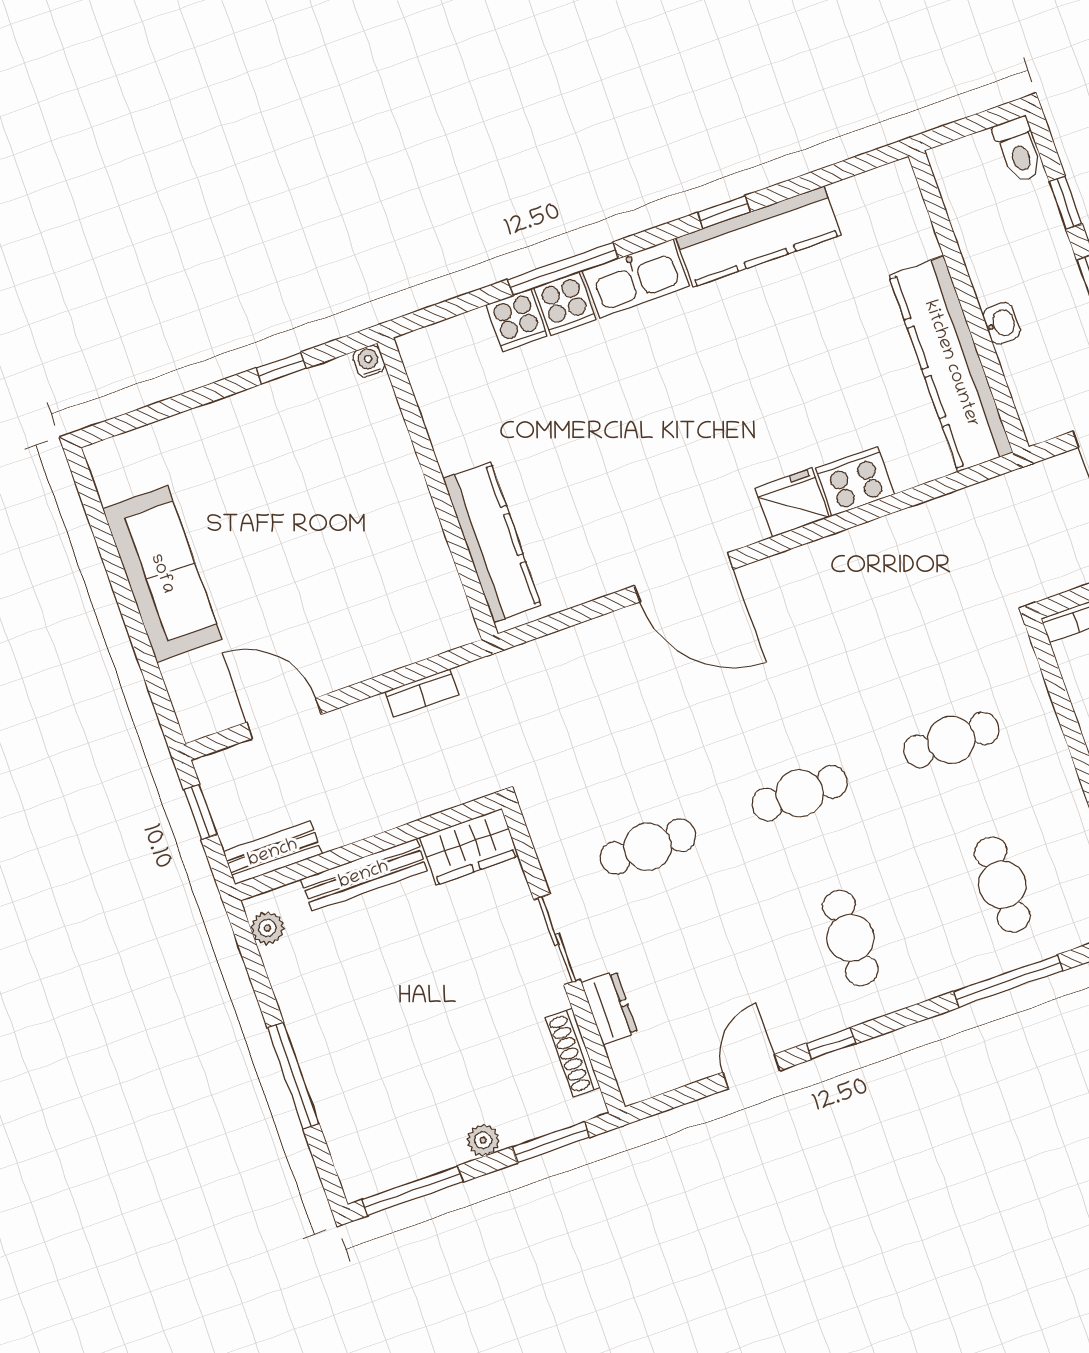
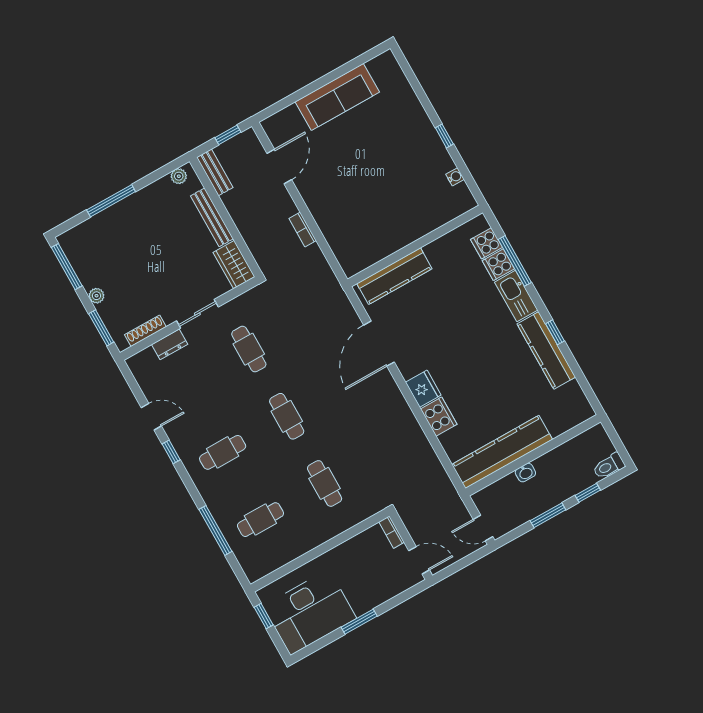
wall: (438, 489) -> (415, 246), moved
kitchen counter: (492, 542) -> (394, 276), moved

